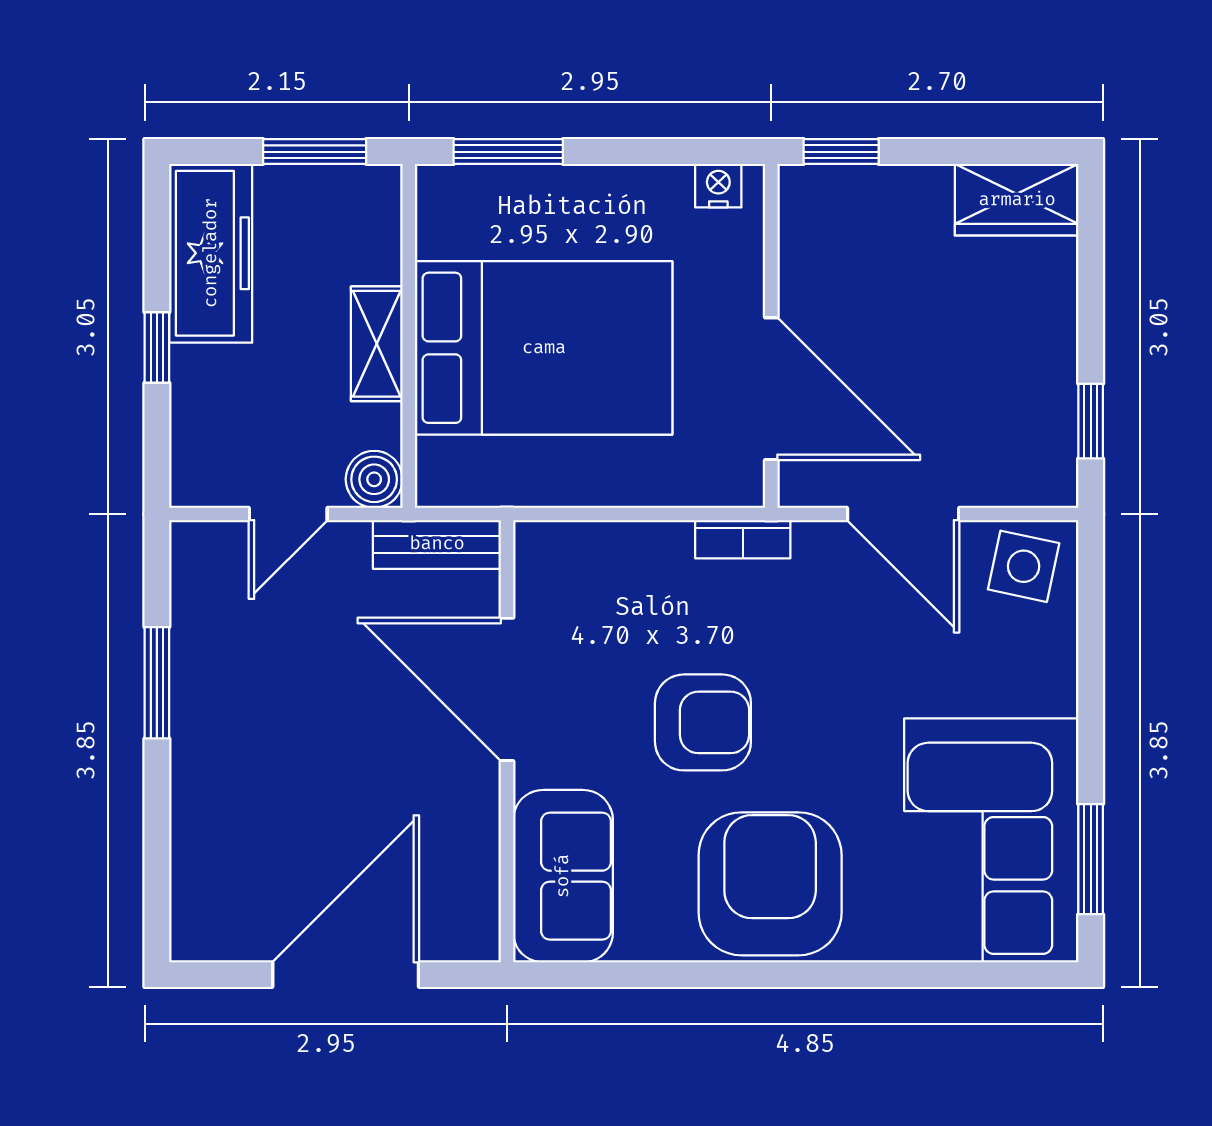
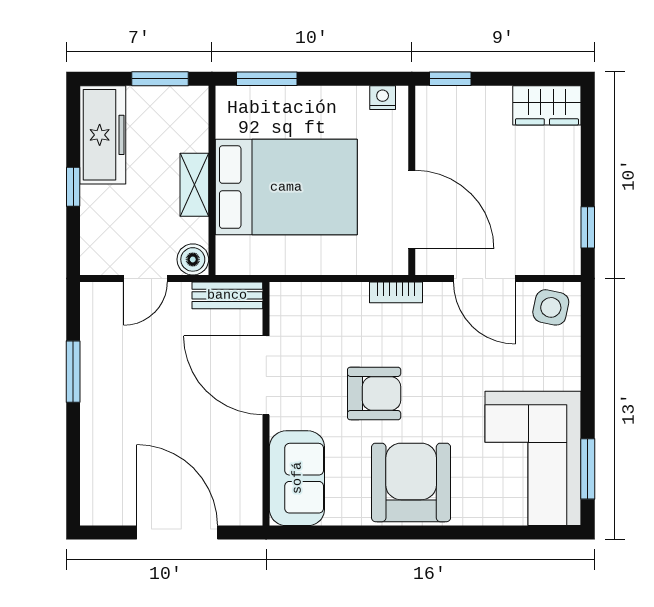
door: (346, 975) -> (177, 533), hinge flipped

